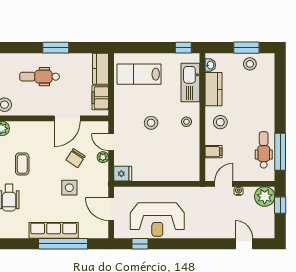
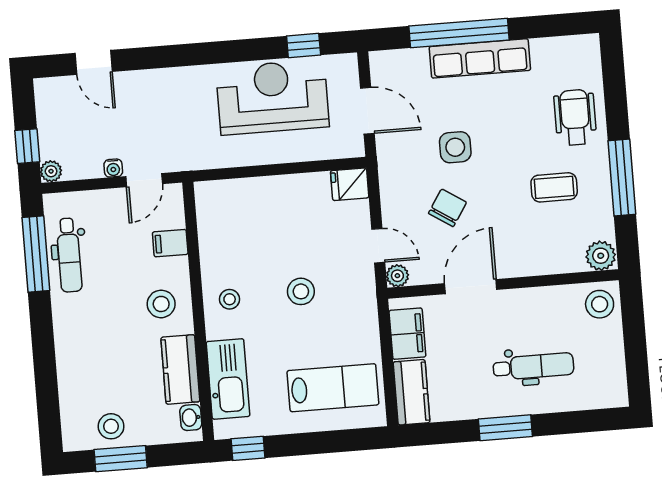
plant: (103, 157) -> (397, 276), moved
coffee table: (22, 164) -> (554, 187), turned 90
plant: (265, 196) -> (51, 171), width x0.53, depth x0.53

